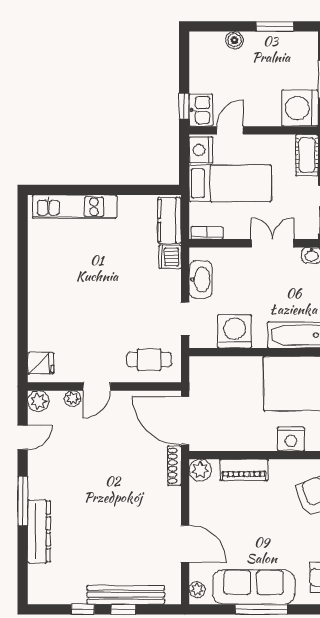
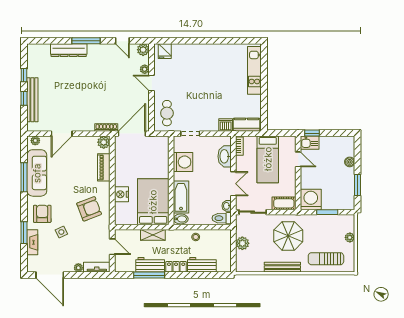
nightstand: (201, 150) -> (287, 143), removed
washbasin: (201, 279) -> (225, 156), moved, turned 90

